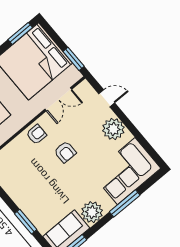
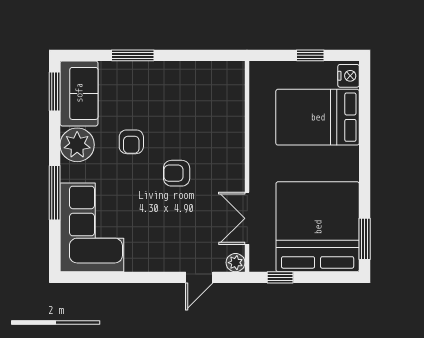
window: (74, 59) -> (280, 277), width x0.67
plant: (113, 129) -> (236, 263), moved, width x0.53, depth x0.53
armchair: (36, 134) -> (131, 142), moved

